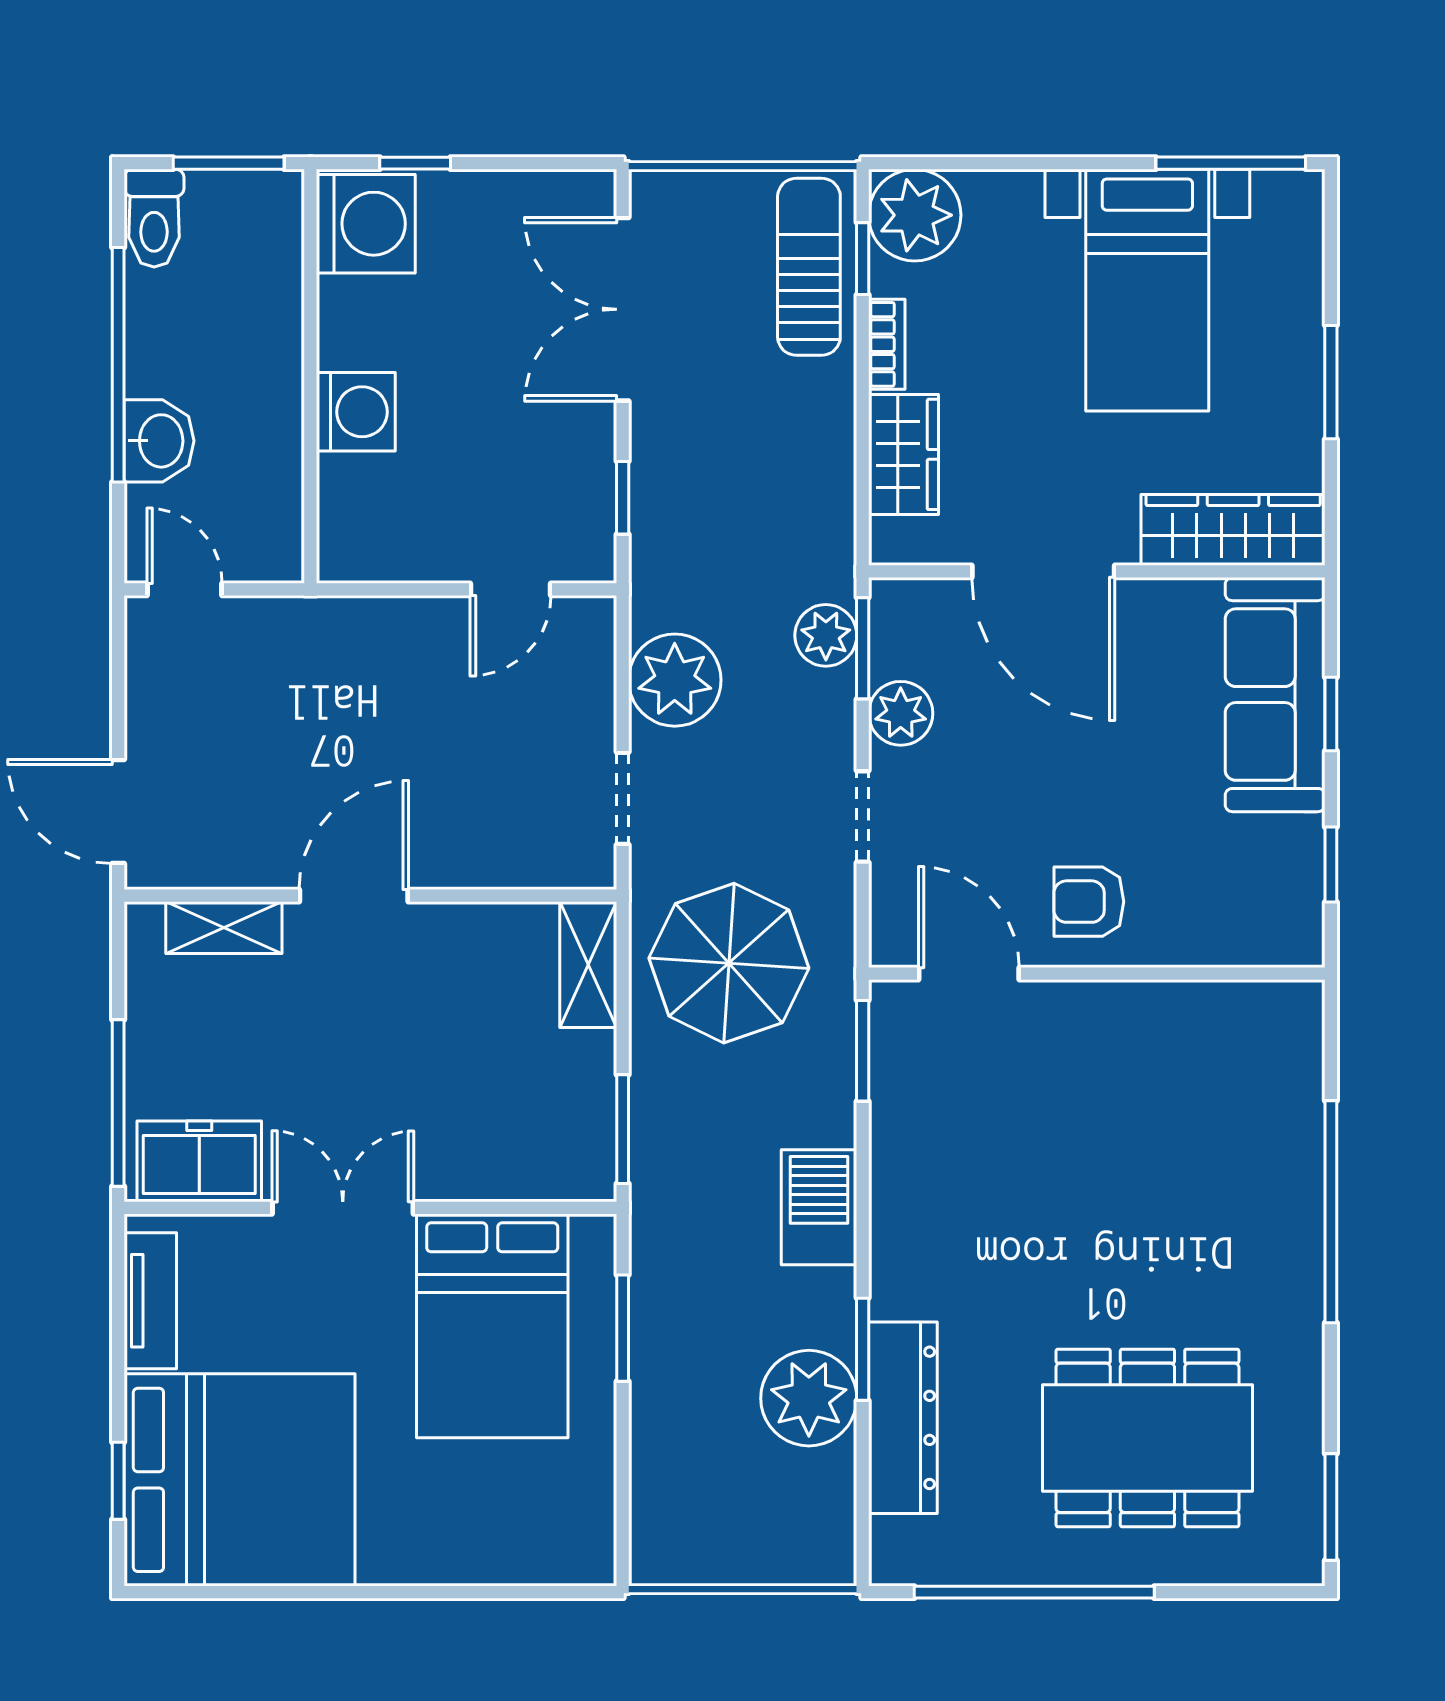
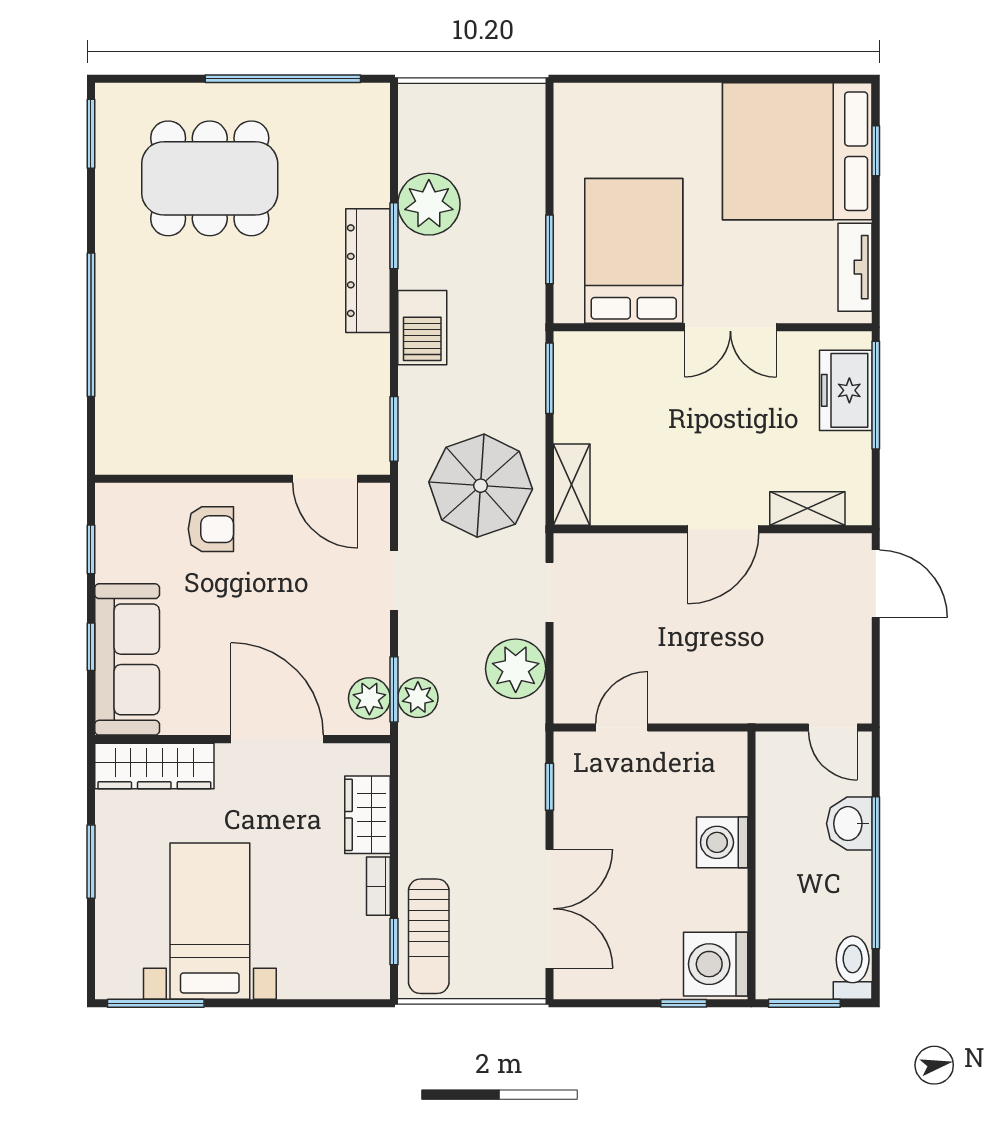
plant: (915, 215) -> (360, 970), removed
plant: (901, 713) -> (369, 698), moved
armchair: (1089, 902) -> (211, 529), moved
freezer: (199, 1161) -> (846, 390), moved, turned 90
dresser: (903, 1418) -> (368, 271), moved

